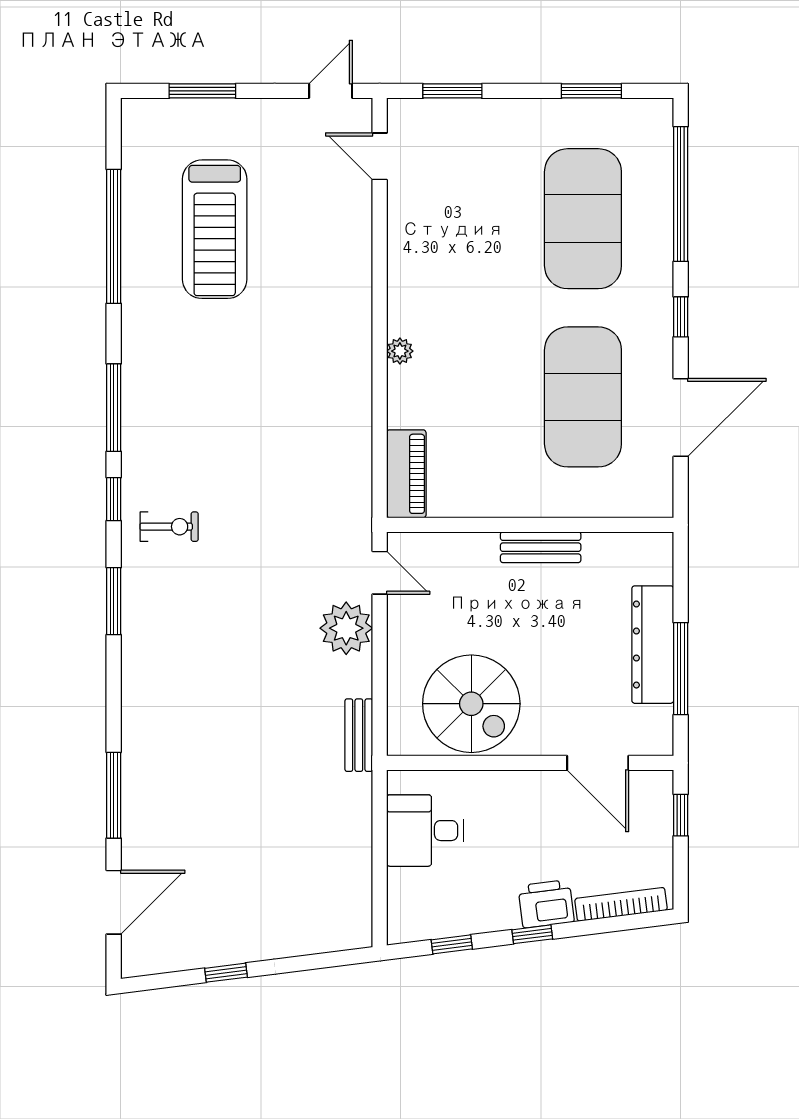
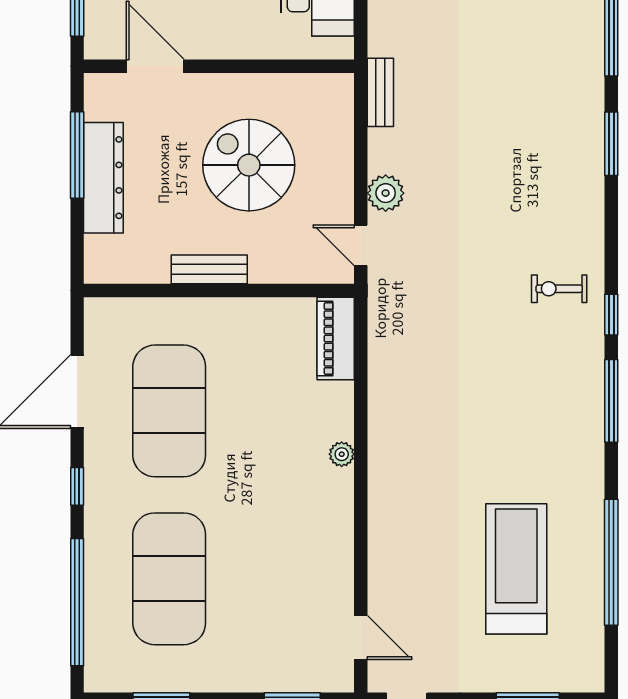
window: (114, 601) -> (611, 144), moved
plant: (346, 628) -> (386, 193), width x0.73, depth x0.73
spiral stairs: (471, 704) -> (249, 165), moved

